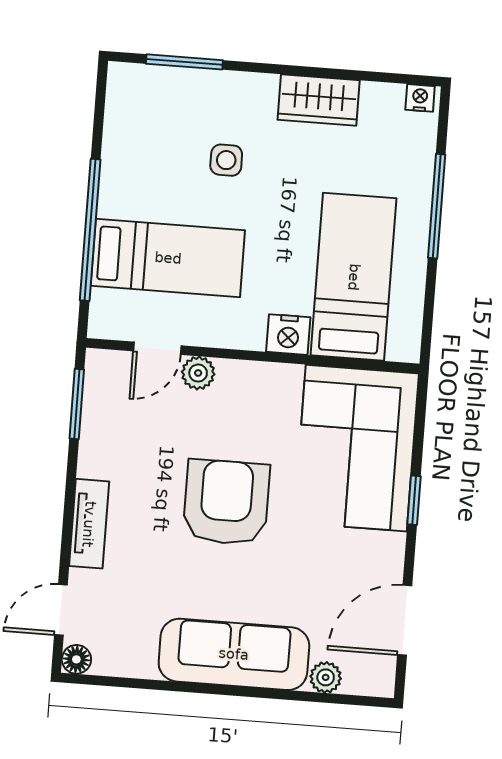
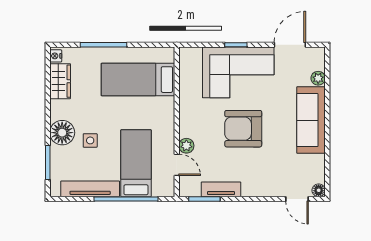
floor lamp: (248, 99) -> (62, 133), added
wardrobe: (319, 100) -> (60, 81), moved
tv unit: (119, 152) -> (90, 189), added
nightstand: (288, 335) -> (166, 107), removed
corner sofa: (356, 448) -> (238, 72), moved
tv unit: (89, 524) -> (221, 189), moved
door: (405, 620) -> (290, 45), swing flipped

